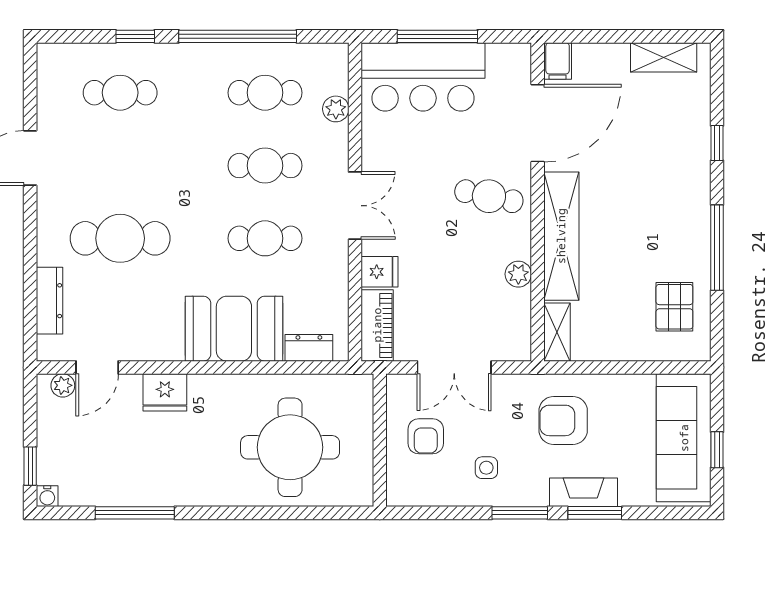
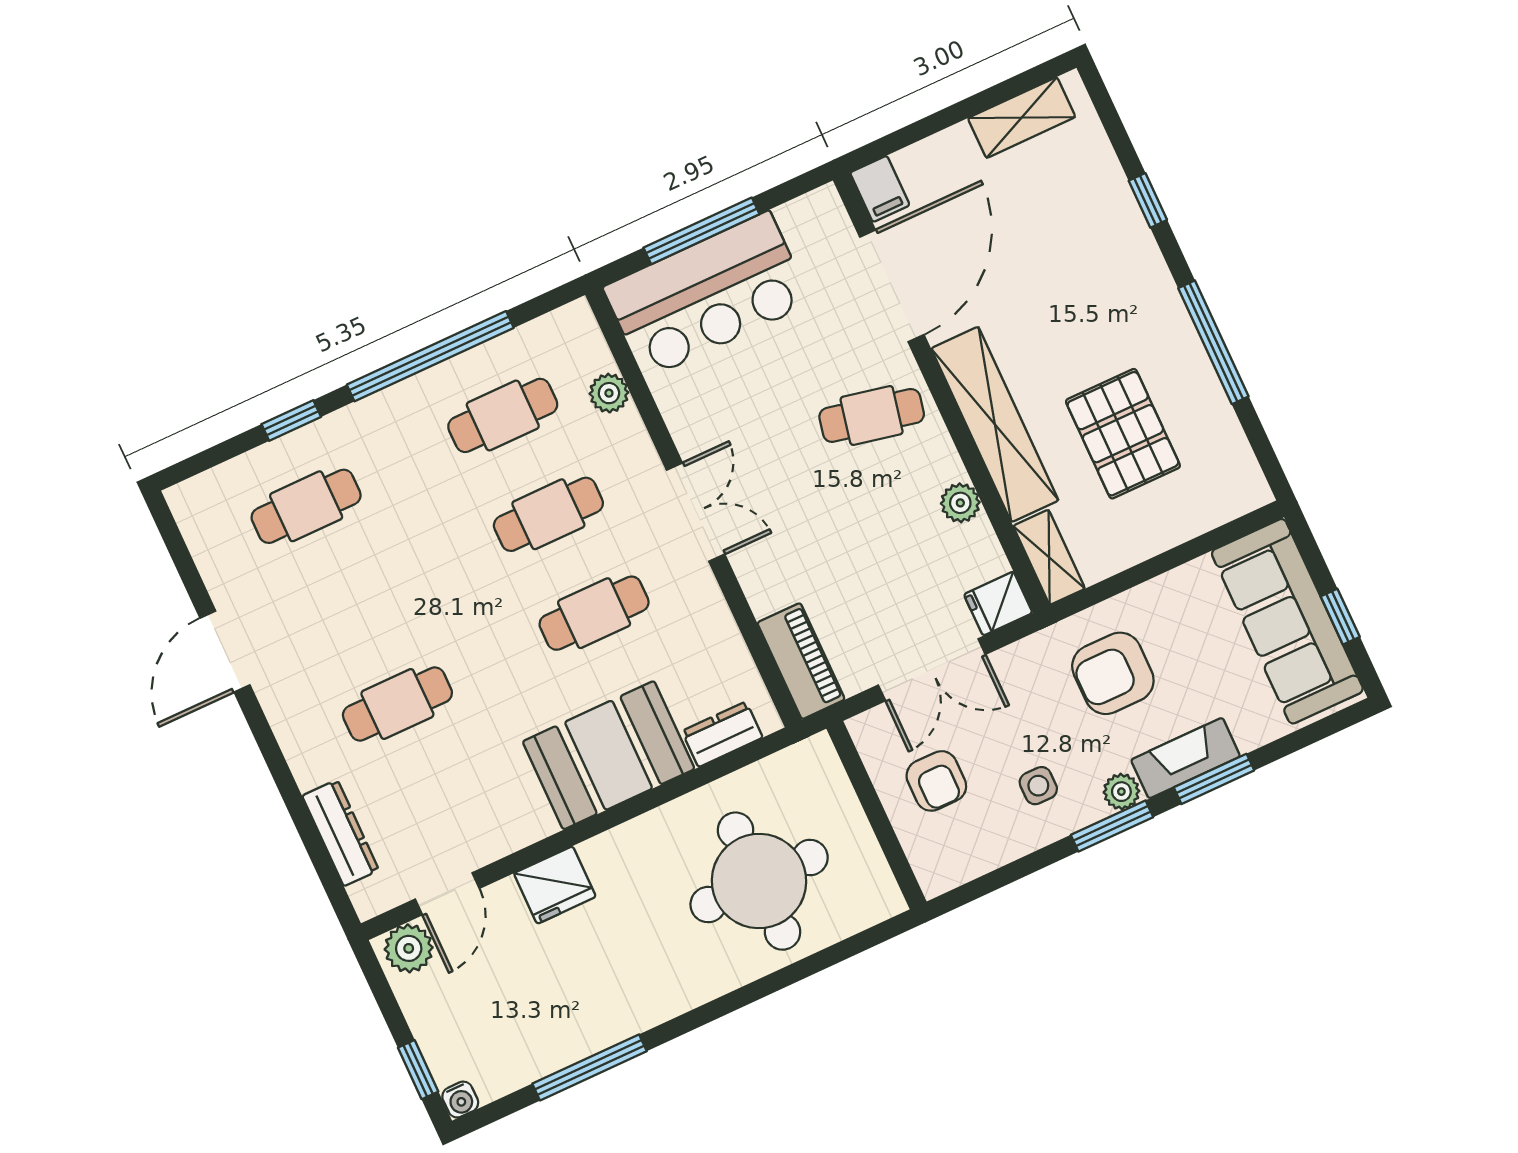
cafe table: (120, 238) -> (397, 704), width x0.73, depth x0.74
fridge: (380, 272) -> (998, 604), moved, turned 180
pallet: (674, 307) -> (1123, 434), moved, width x1.50, depth x1.42
plant: (63, 385) -> (409, 948), width x1.38, depth x1.38
plant: (535, 495) -> (1121, 792), added

